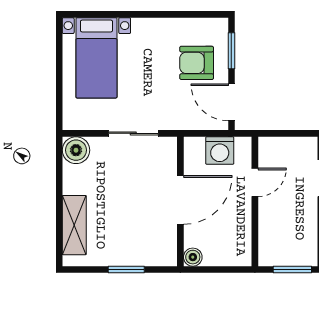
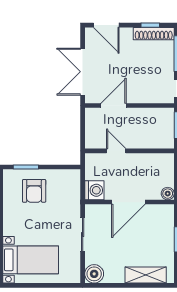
door: (231, 102) -> (61, 167), removed
washing machine: (220, 151) -> (94, 190), moved
door: (180, 200) -> (128, 202), swing flipped

